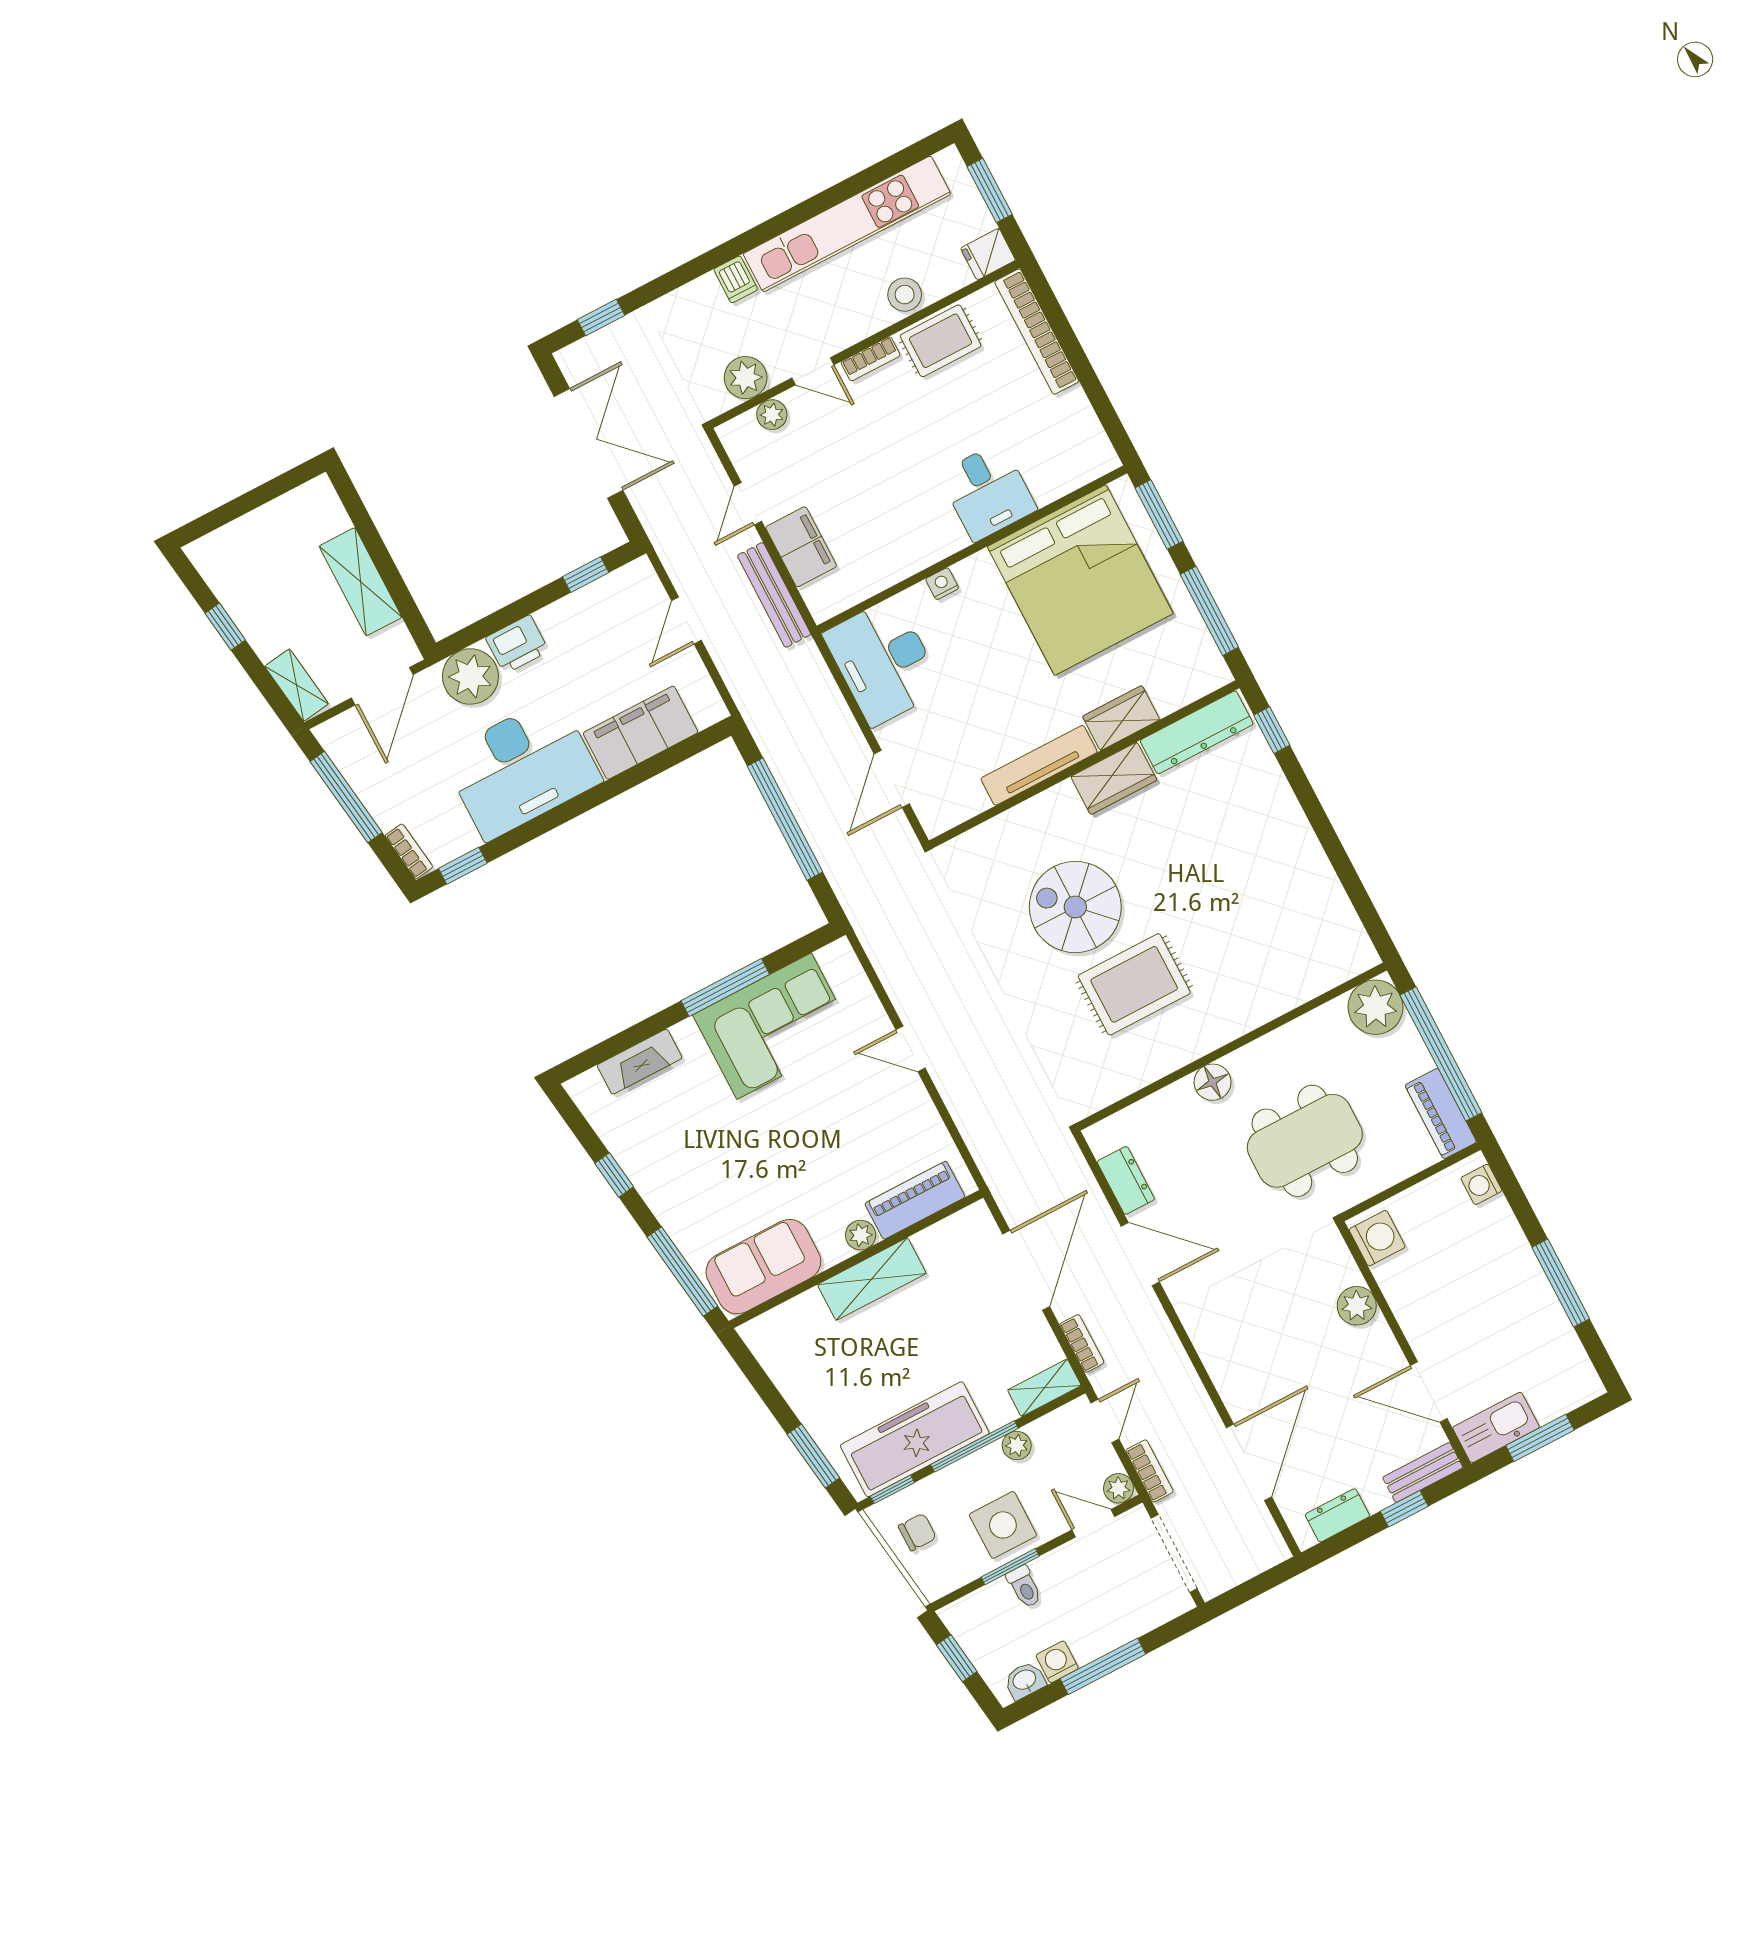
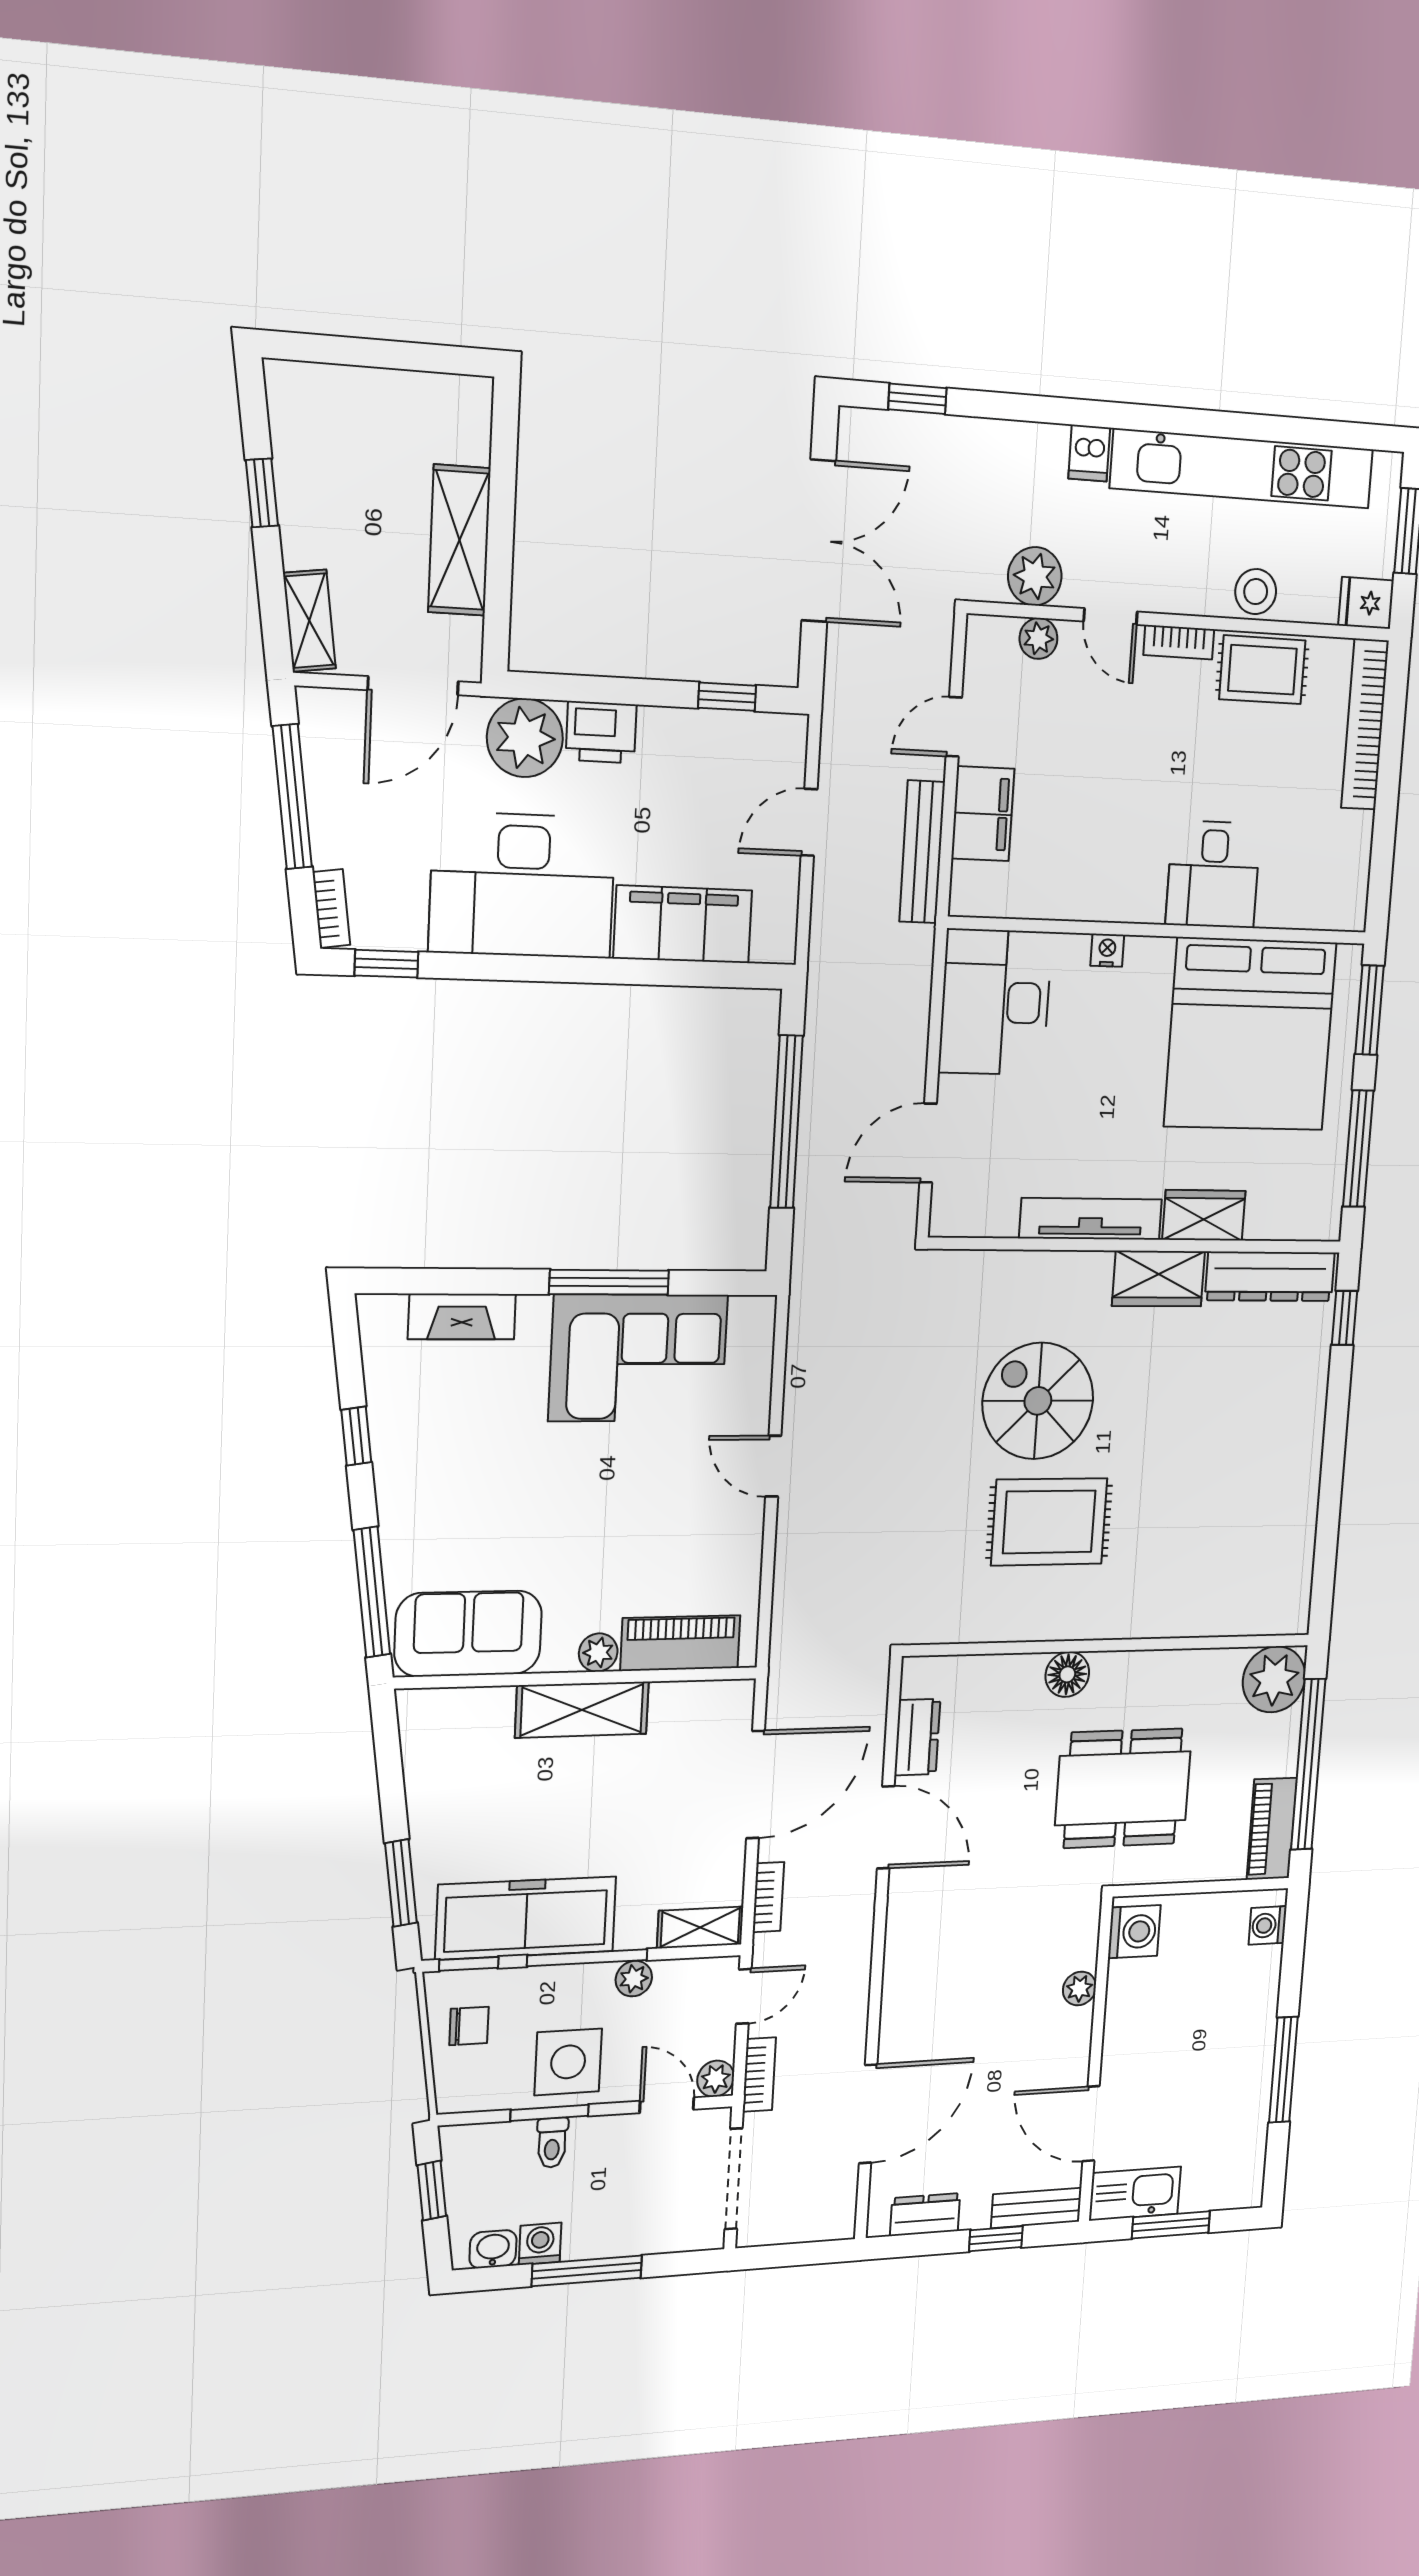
plant: (1357, 1306) -> (1079, 1988), width x0.73, depth x0.73

